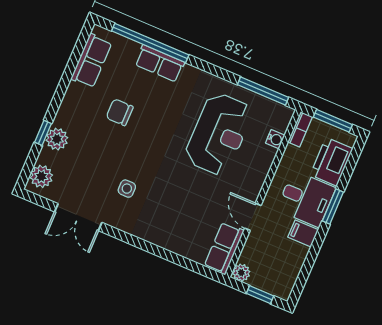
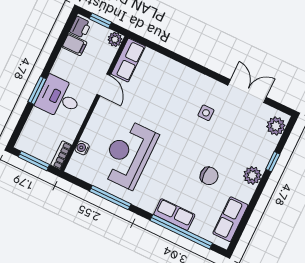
window: (263, 91) -> (110, 198), moved
plant: (57, 139) -> (252, 175), moved
printer: (331, 162) -> (80, 27), moved, width x0.53, depth x0.68
filing cabinet: (303, 233) -> (74, 45), moved

